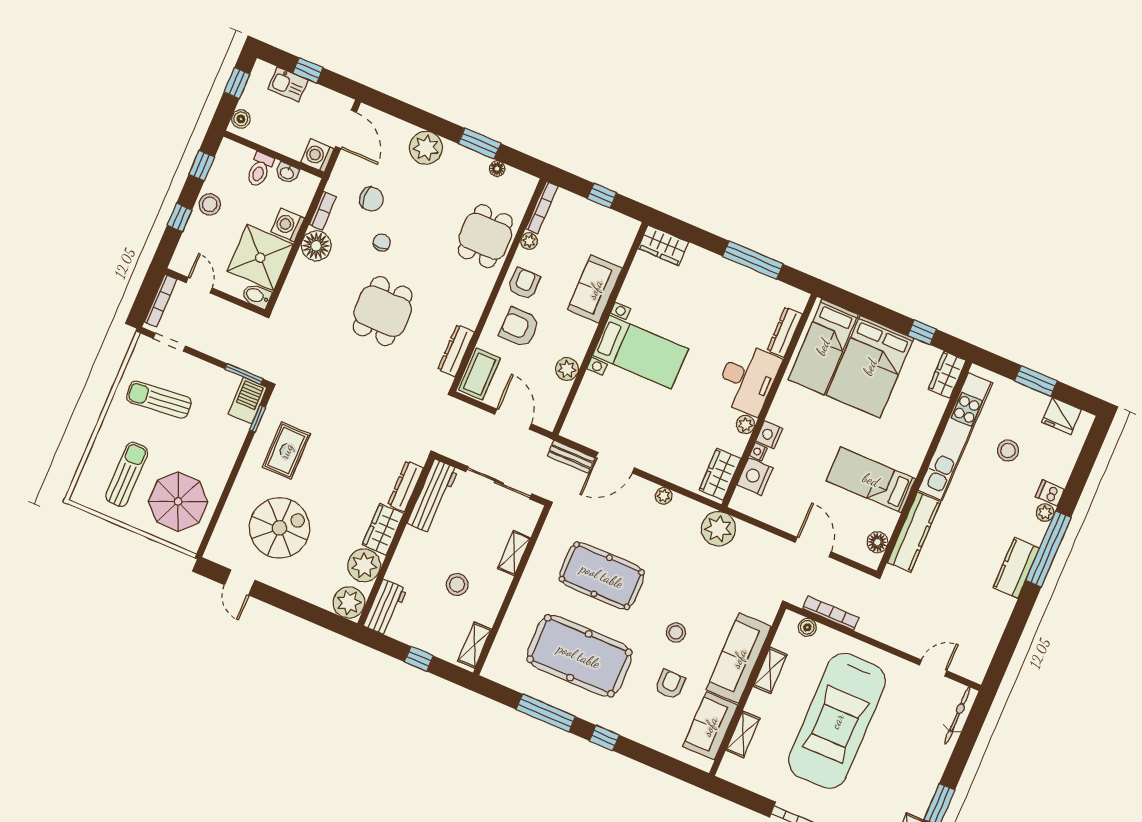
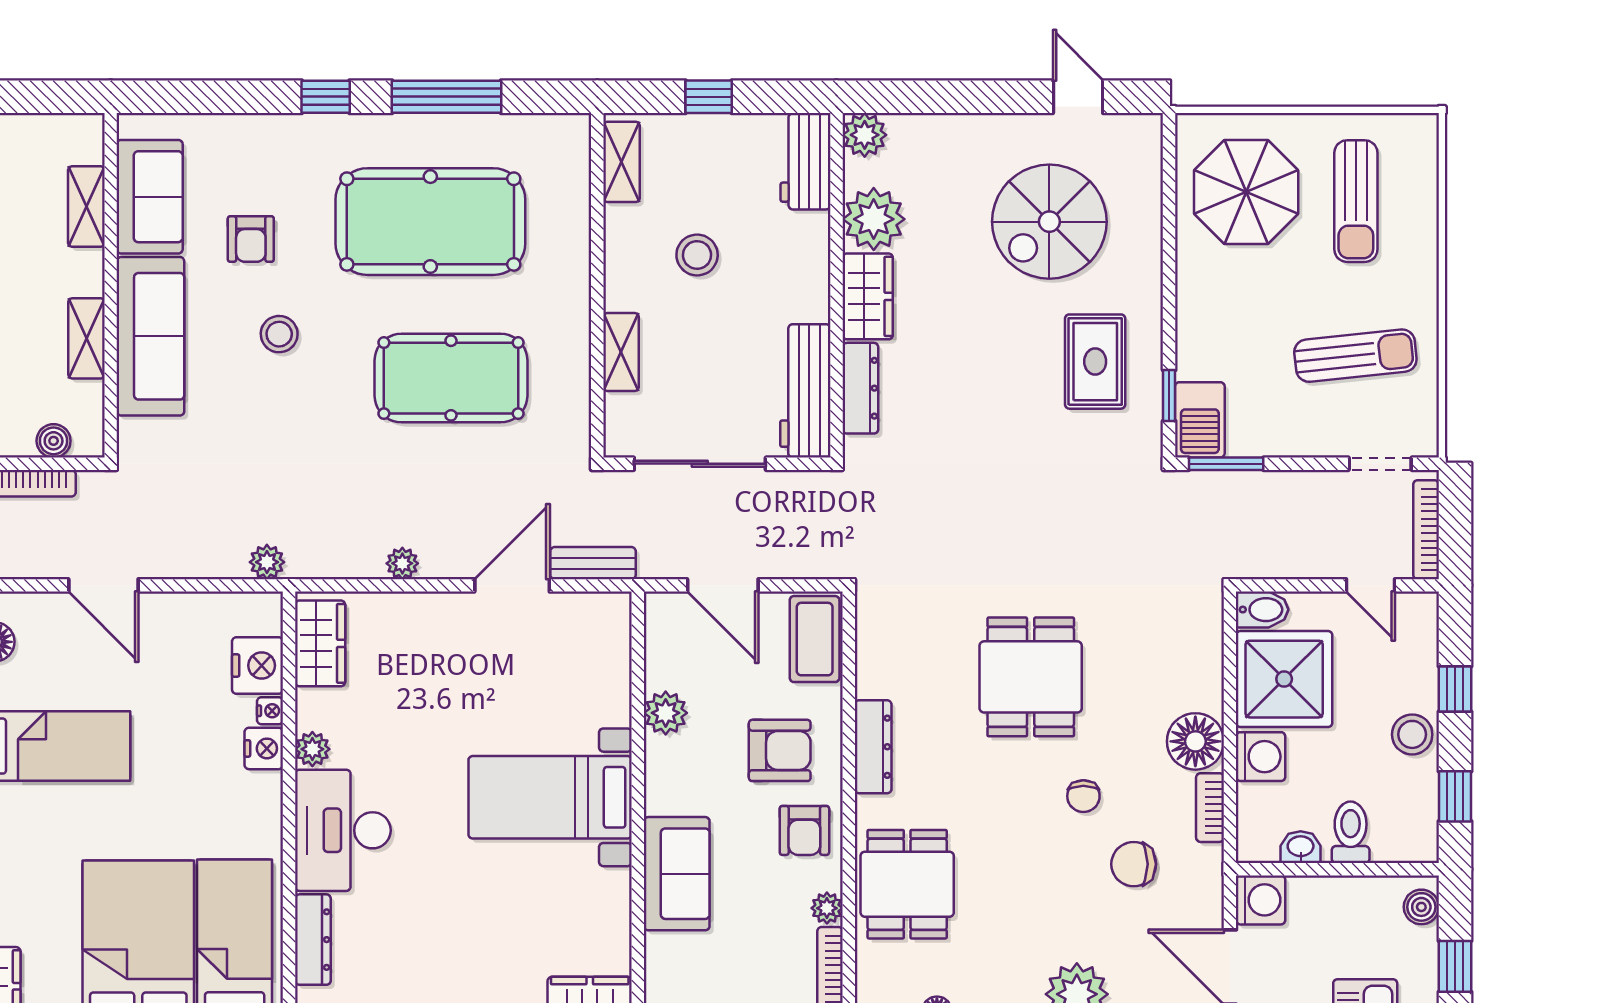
dresser: (456, 351) -> (873, 747), moved
plant: (718, 529) -> (267, 562), width x0.53, depth x0.53
plant: (349, 603) -> (865, 135), width x0.73, depth x0.73

